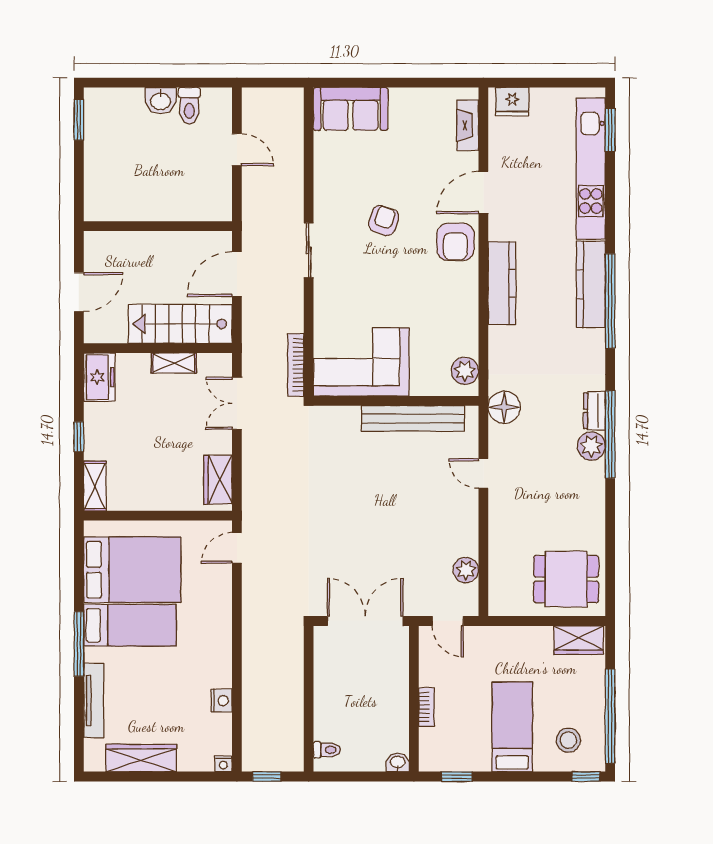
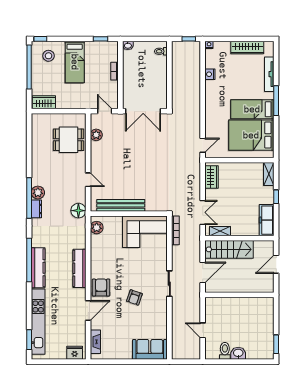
shelving: (174, 363) -> (220, 231), moved
freezer: (99, 377) -> (267, 220), width x1.40
dining table: (566, 579) -> (68, 140), moved

